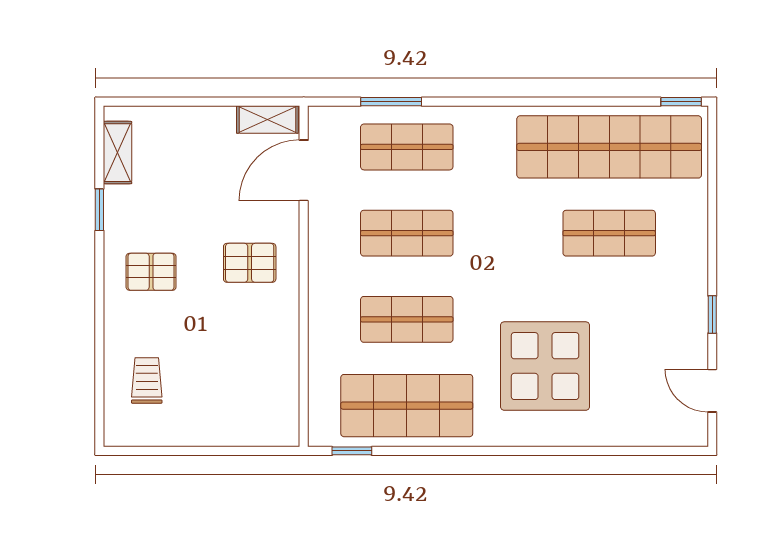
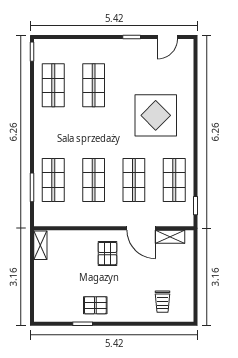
shop shelf: (609, 147) -> (53, 85), width x0.50, depth x0.74
shelving: (117, 153) -> (170, 237), moved
door: (304, 170) -> (141, 228), moved
pallet: (151, 272) -> (95, 305), moved, turned 90
trolley: (147, 381) -> (163, 302), turned -90
shop shelf: (407, 406) -> (174, 180), width x0.70, depth x0.74

